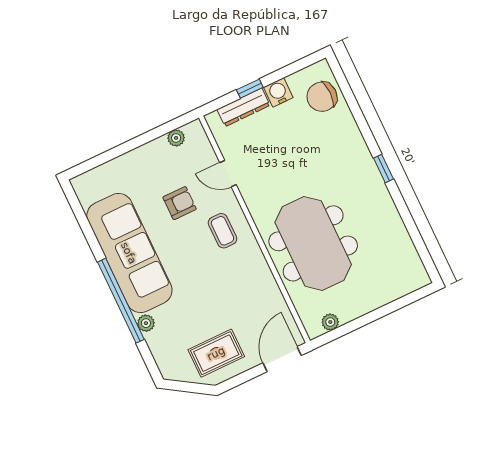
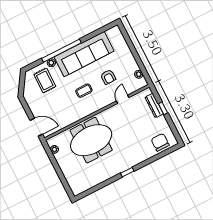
water cooler: (278, 92) -> (162, 122), removed
coffee table: (222, 231) -> (84, 91), moved
rug: (216, 353) -> (45, 80), moved

